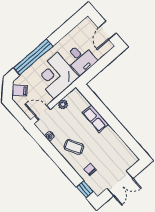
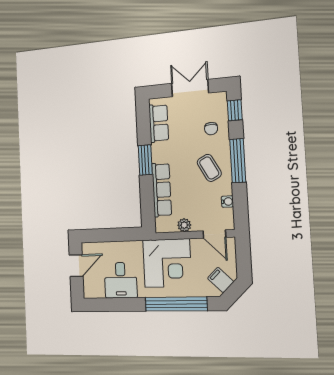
desk: (81, 59) -> (121, 280), moved, turned 180
row of seats: (95, 119) -> (162, 190), width x1.48
window: (114, 123) -> (145, 160), added
row of seats: (123, 150) -> (159, 123), added
window: (61, 163) -> (238, 161), added

